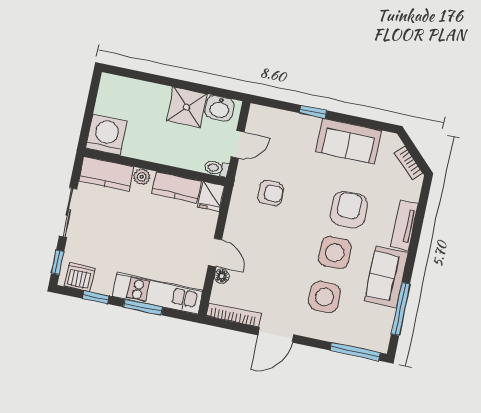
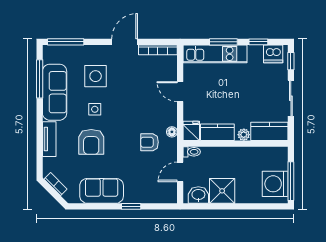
window: (91, 101) -> (291, 181), added
washing machine: (106, 135) -> (275, 184), moved, turned 90
side table: (335, 253) -> (95, 109), width x0.54, depth x0.54
floor lamp: (222, 276) -> (172, 132), moved
sofa: (386, 277) -> (55, 92), width x1.36

